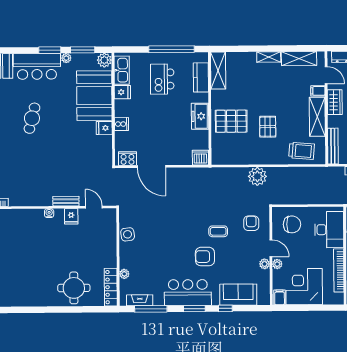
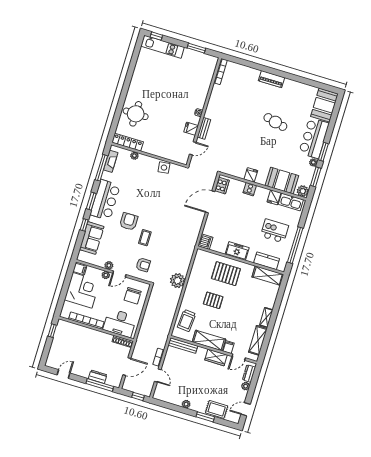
booth: (94, 96) -> (282, 181), width x0.73, depth x0.70
pallet: (231, 121) -> (226, 274), turned 90

